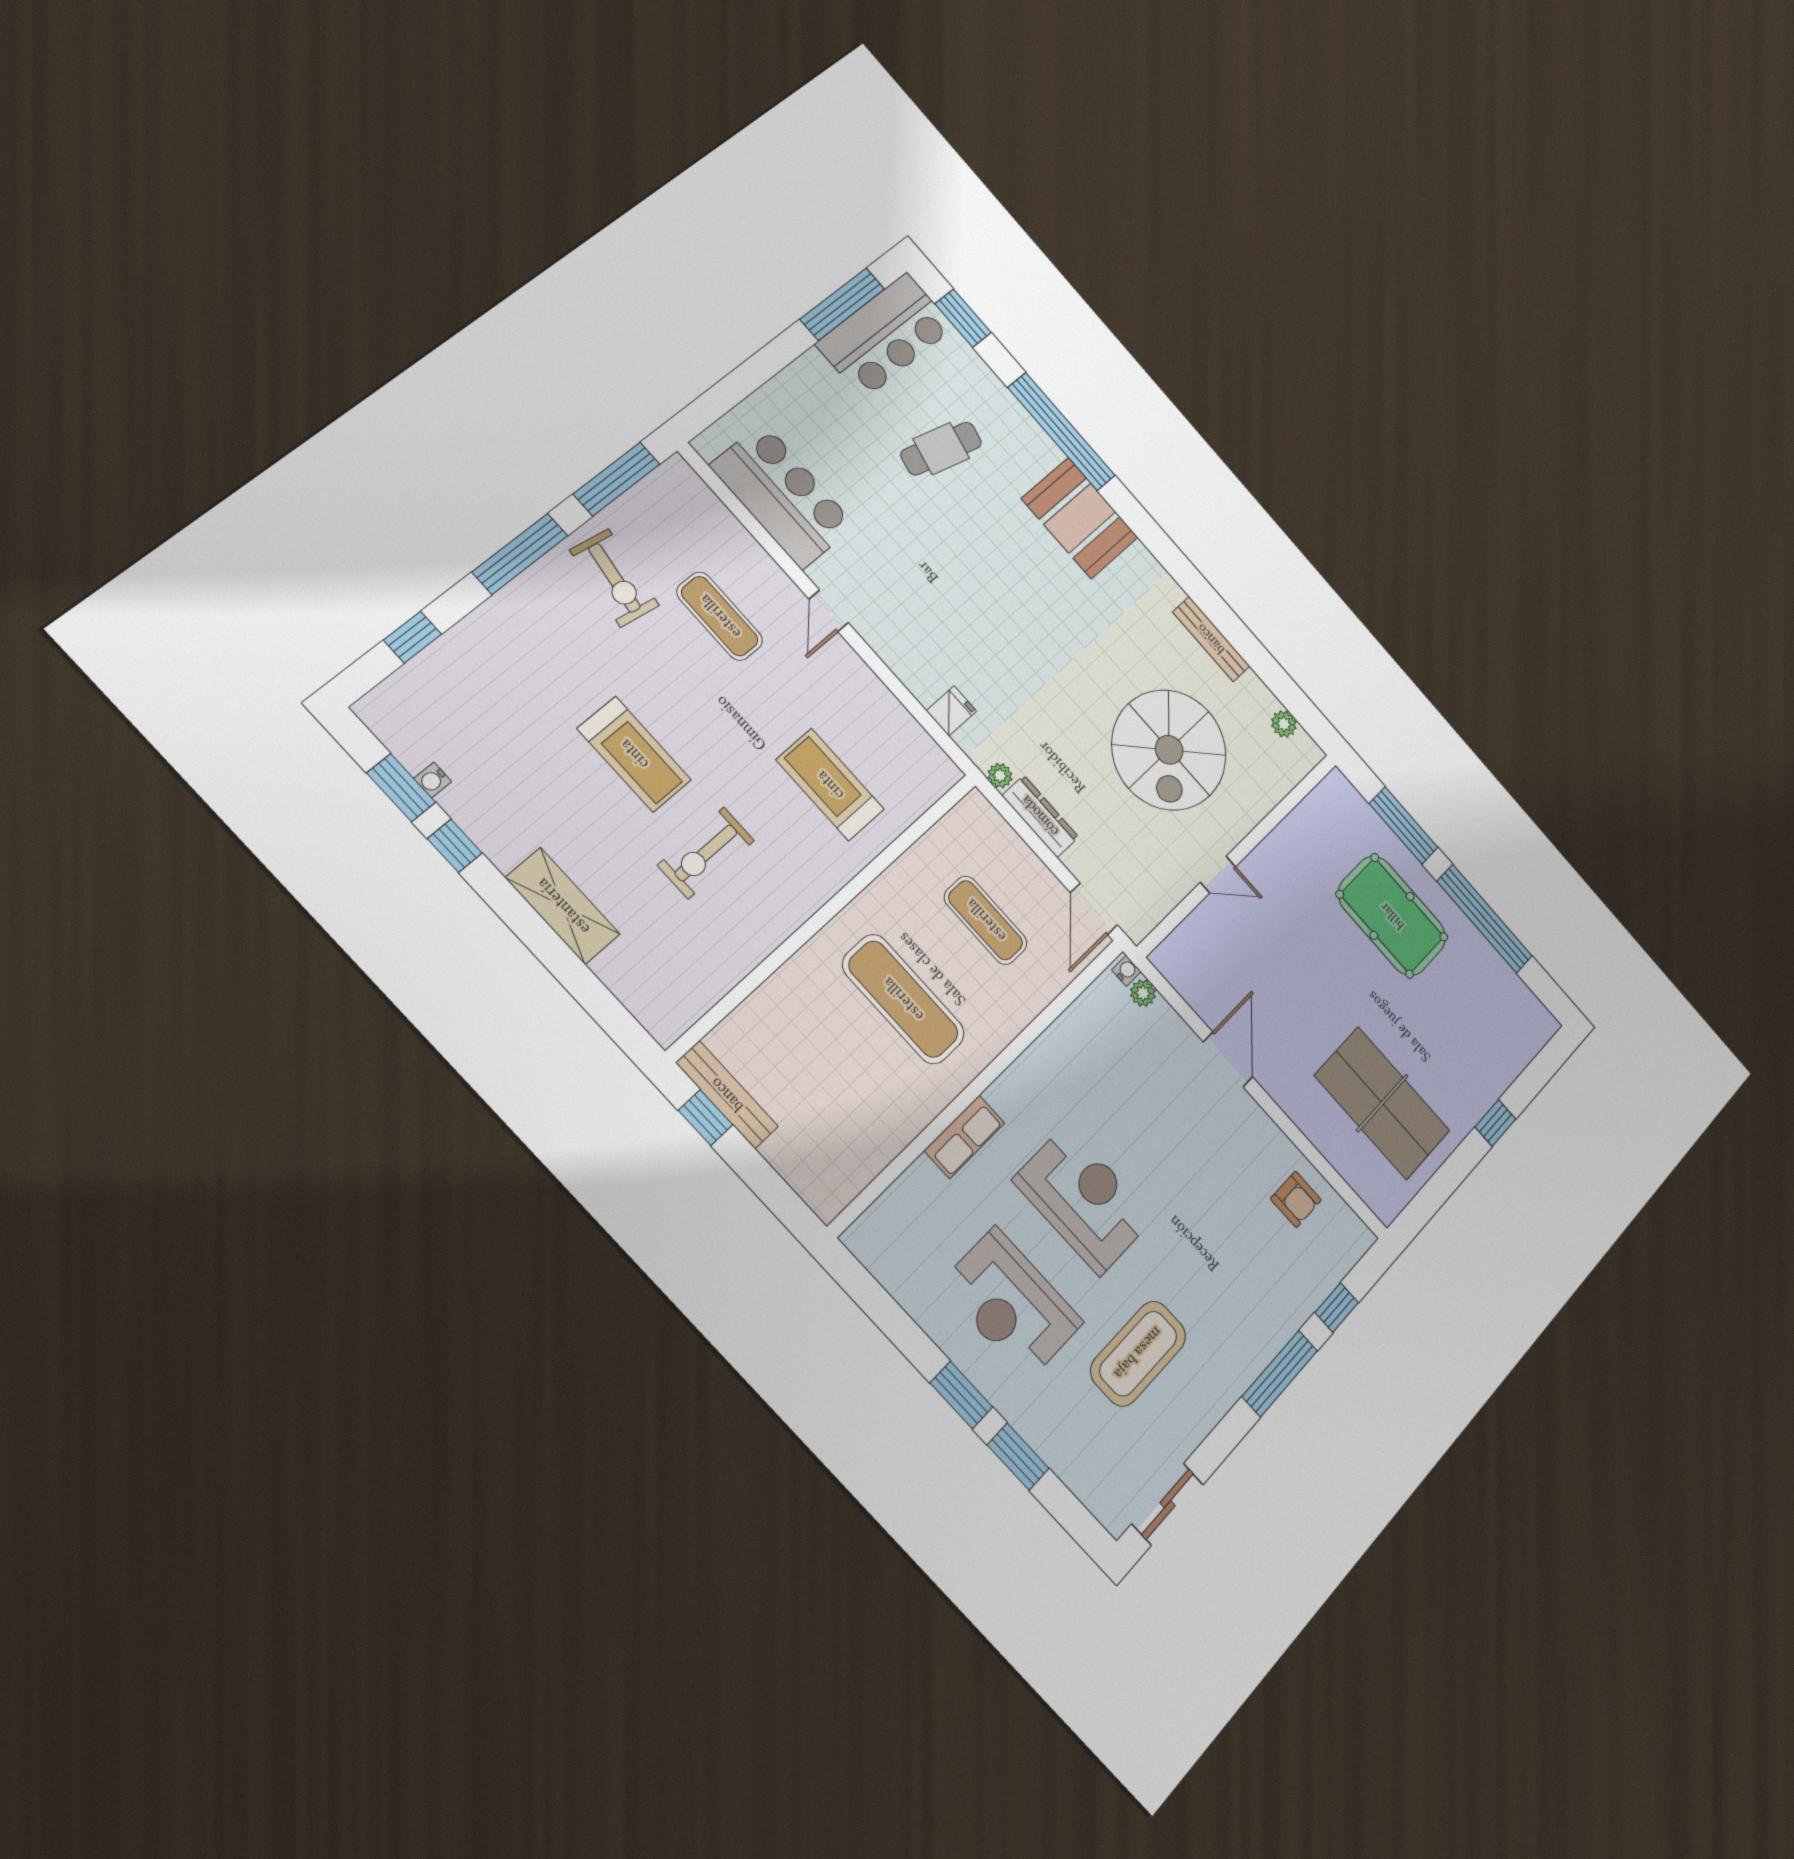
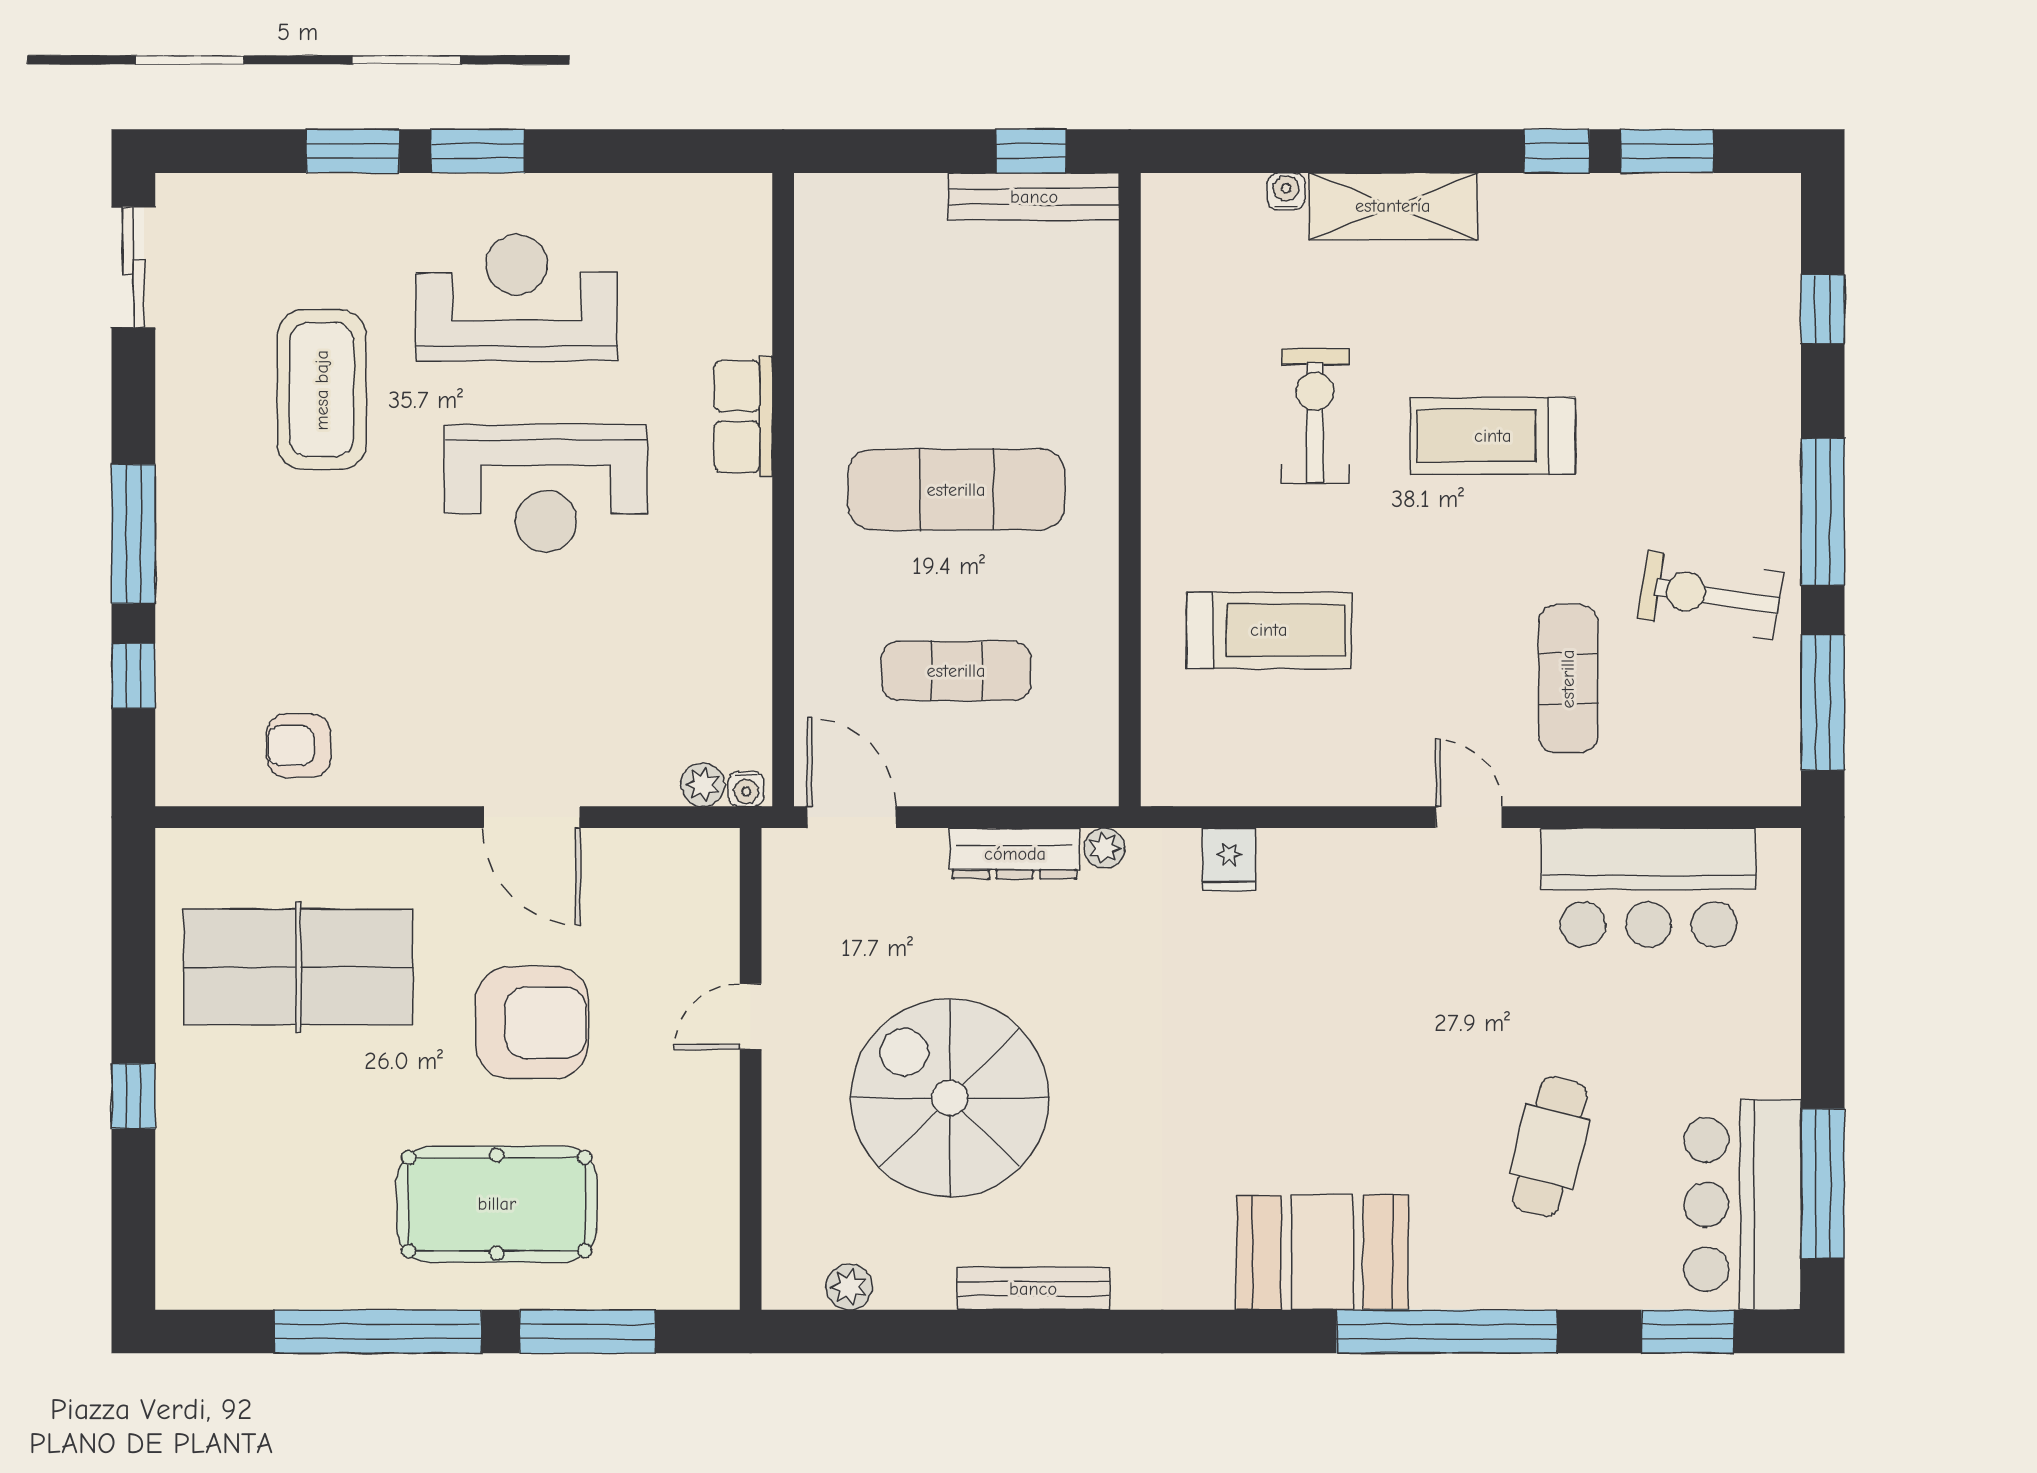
exercise mat: (720, 616) -> (1568, 679), turned 90
water cooler: (433, 780) -> (1286, 191), moved
armchair: (1309, 973) -> (532, 1023), added

